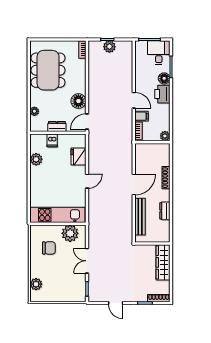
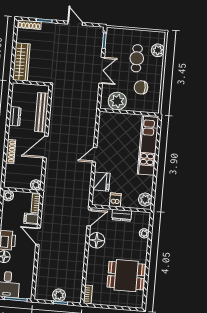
dining table: (48, 70) -> (126, 276), width x0.73
dishwasher: (52, 140) -> (115, 200), moved
plant: (140, 148) -> (36, 185), added
plant: (36, 159) -> (145, 199), moved
kitchen unit: (57, 215) -> (148, 146), moved, turned 90
cafe table: (55, 275) -> (137, 58), added

